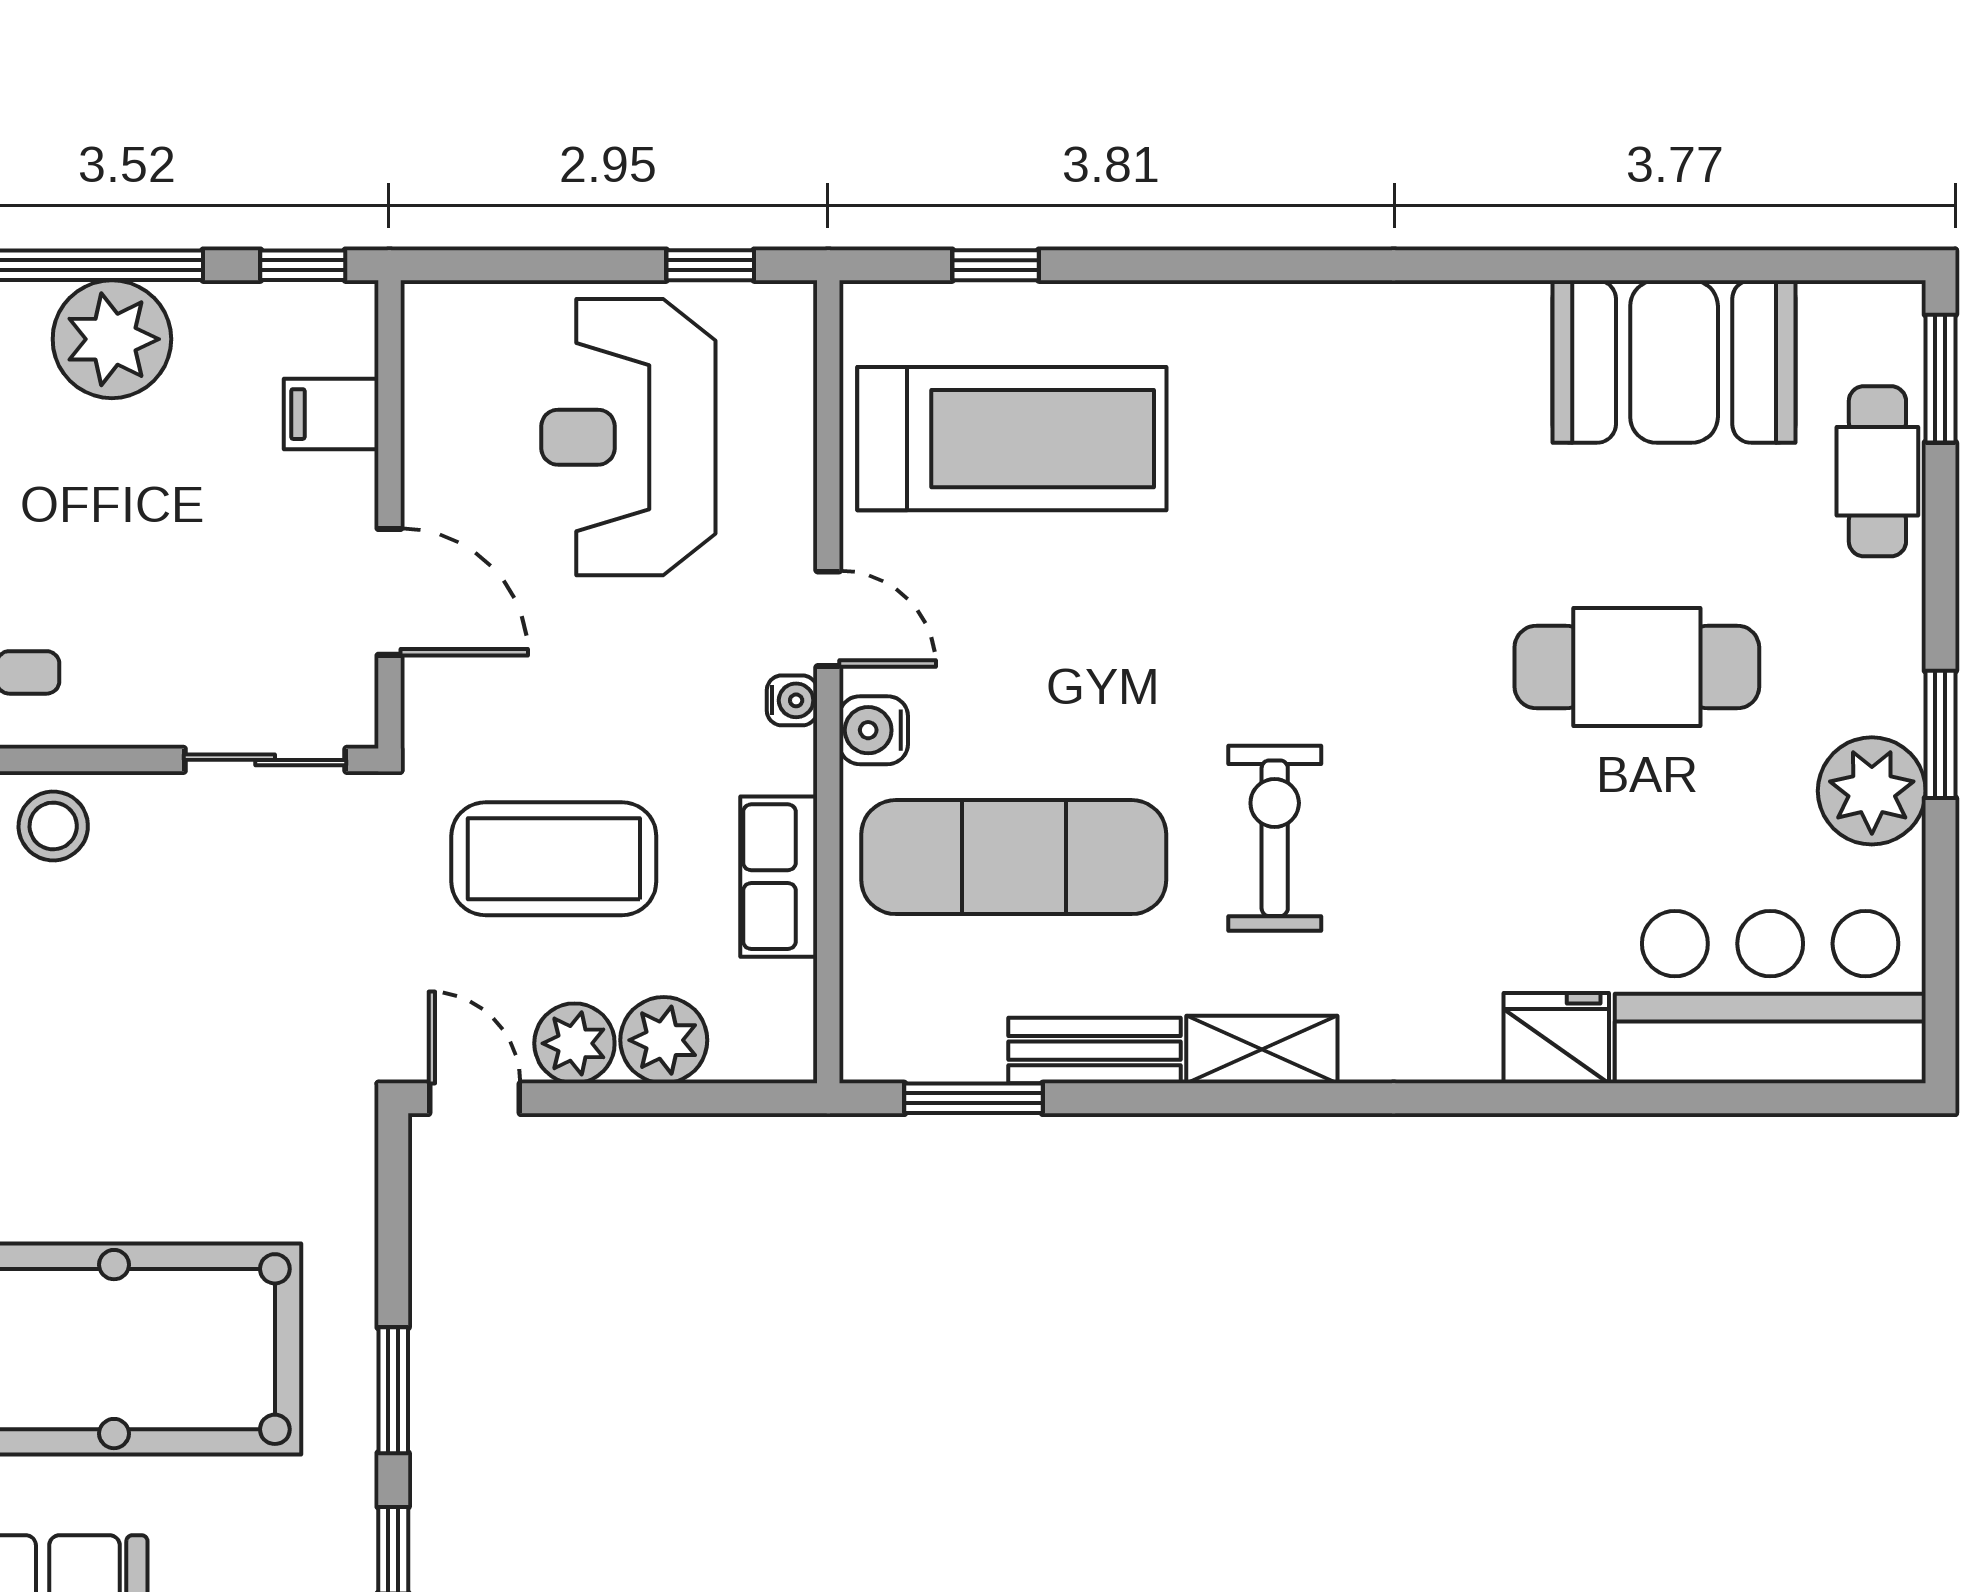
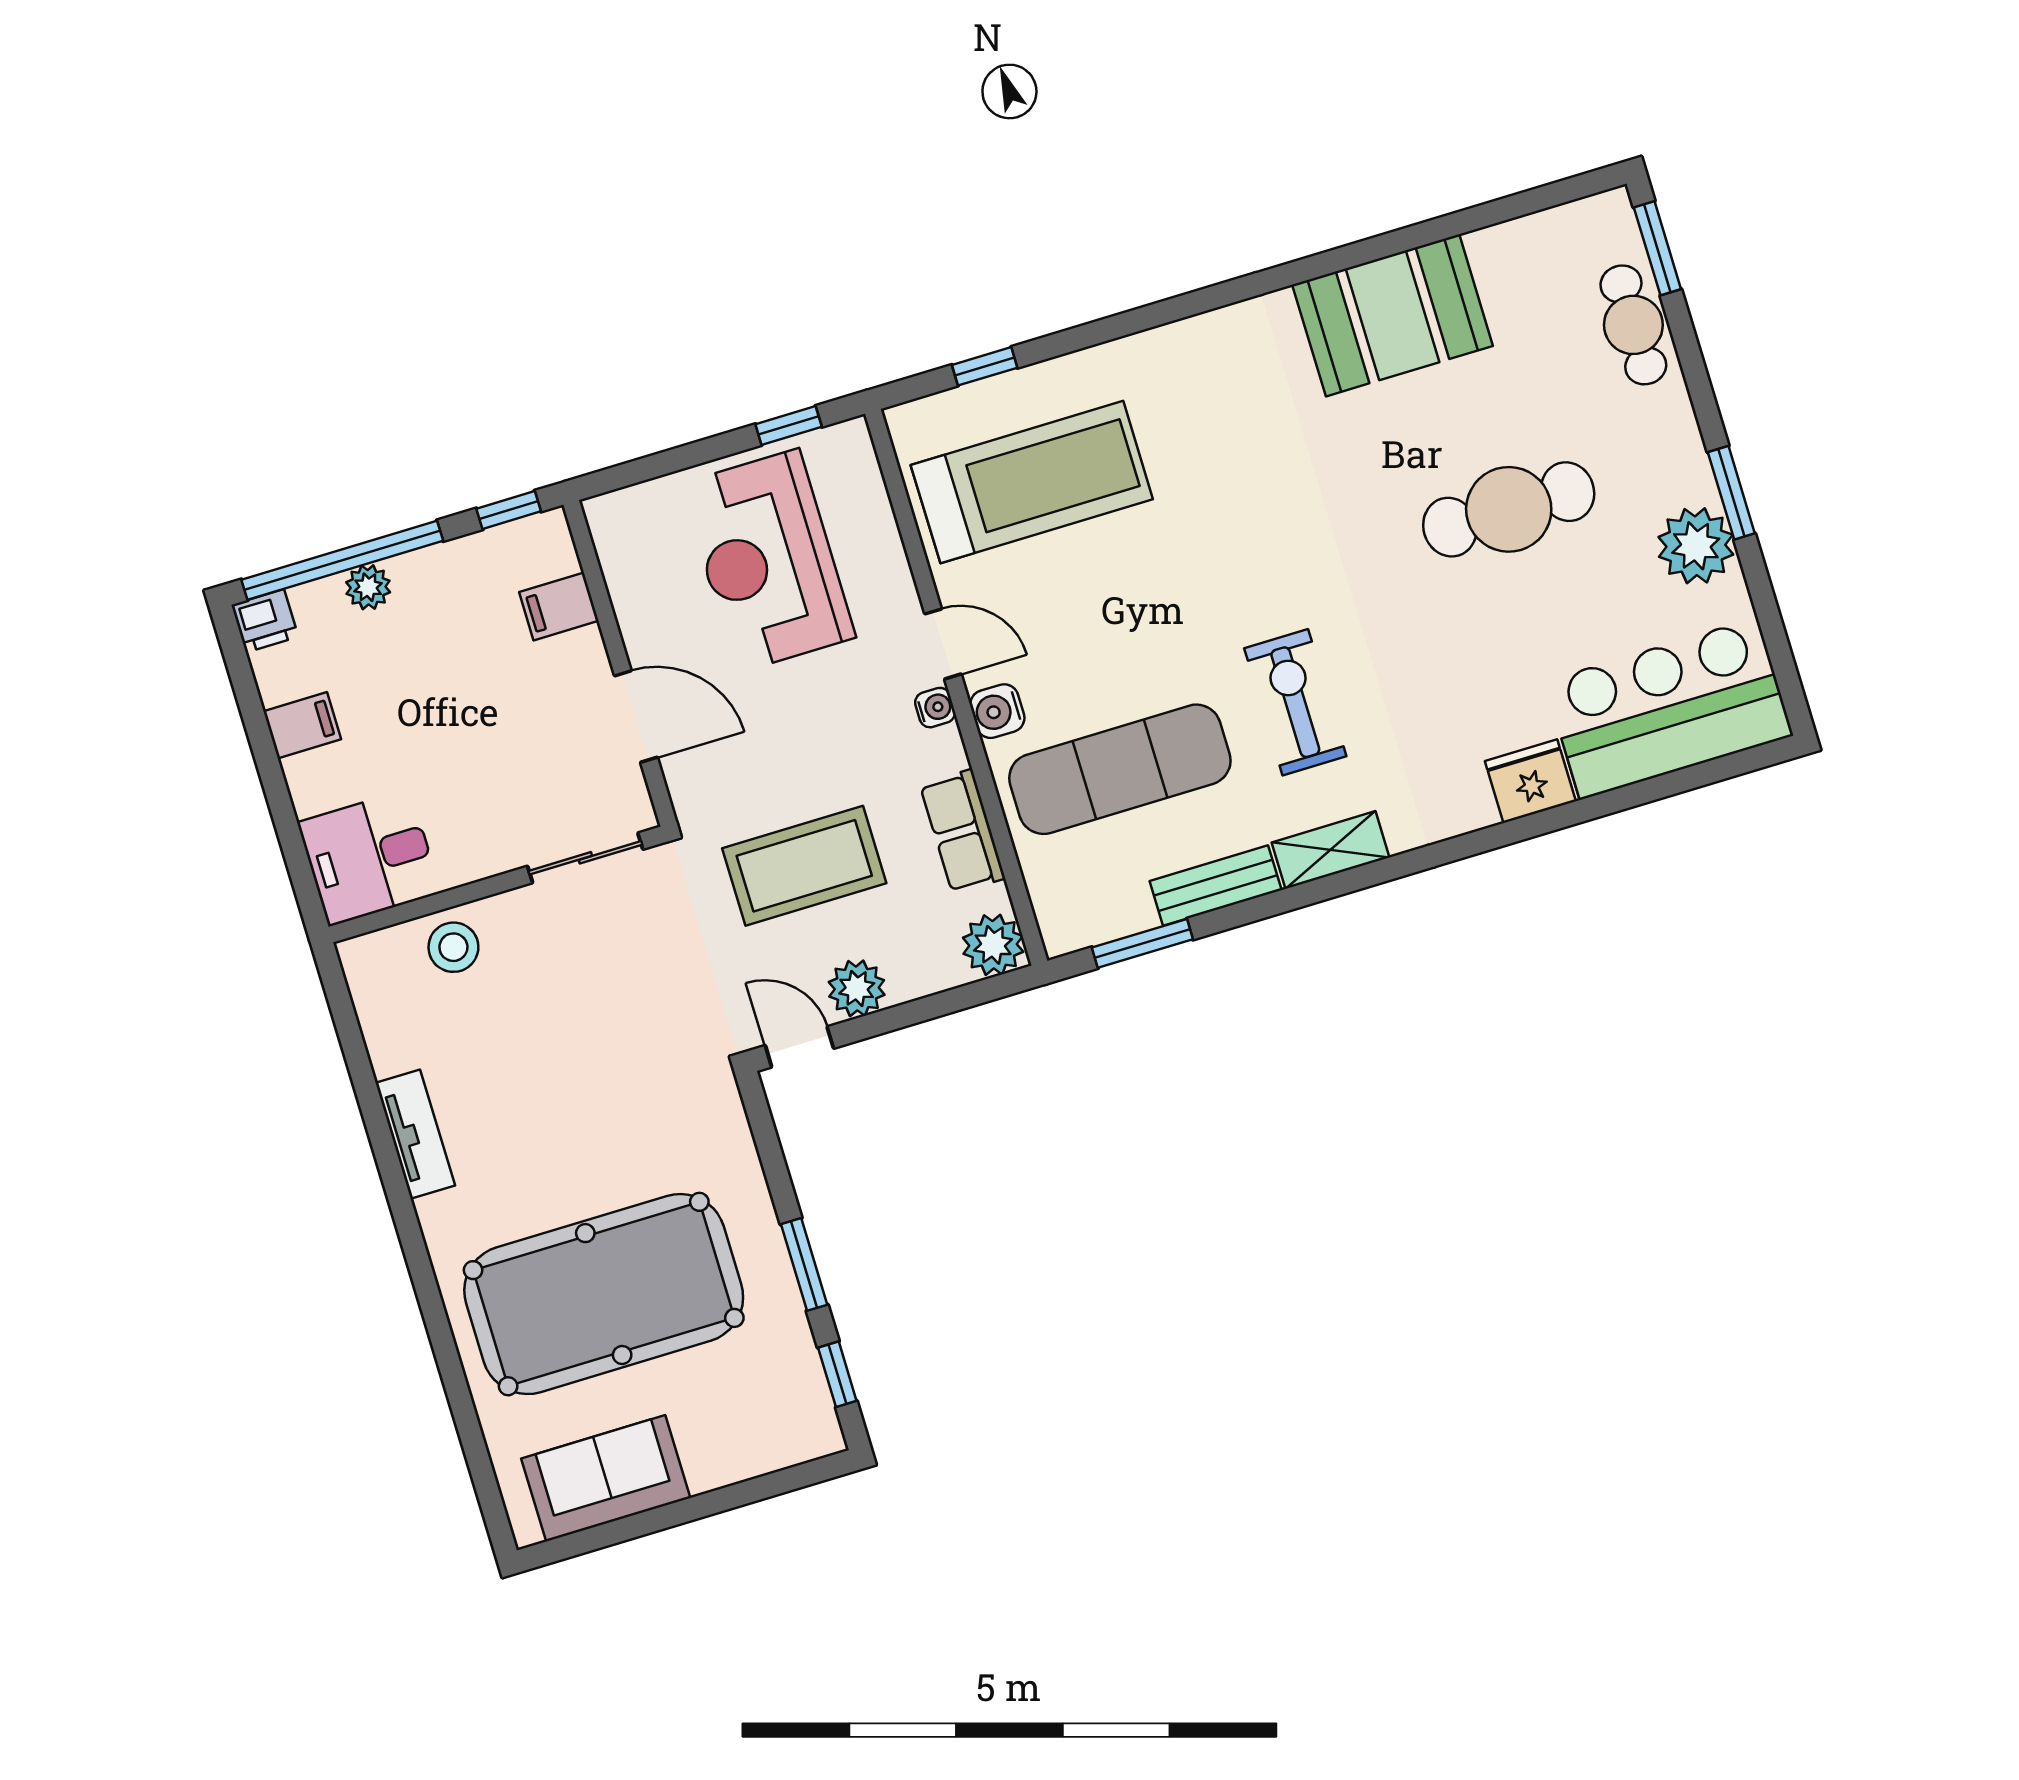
plant: (112, 339) -> (368, 587), width x0.53, depth x0.53
booth: (1674, 362) -> (1393, 315), moved
plant: (664, 1040) -> (993, 945), moved

